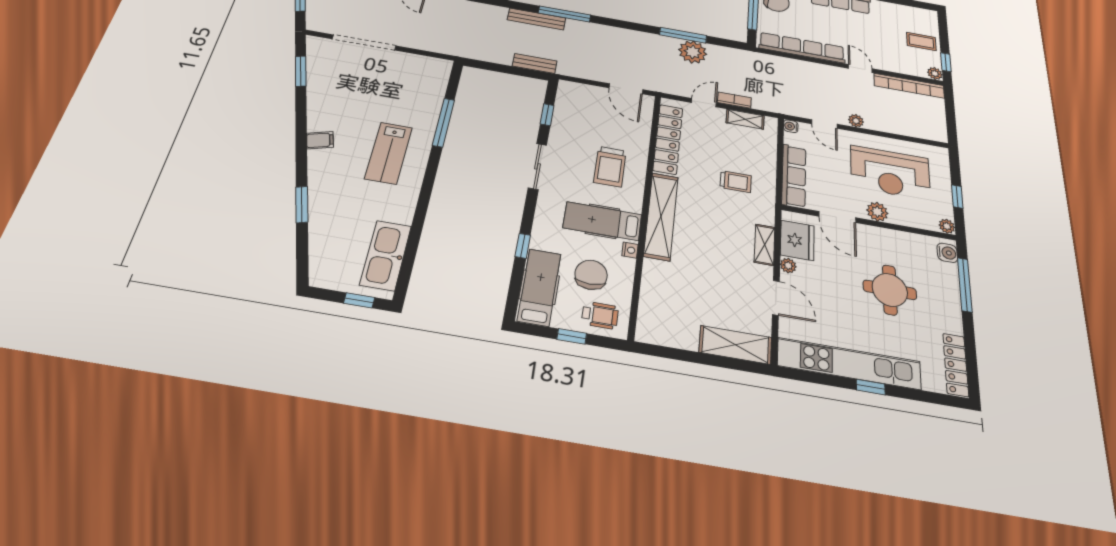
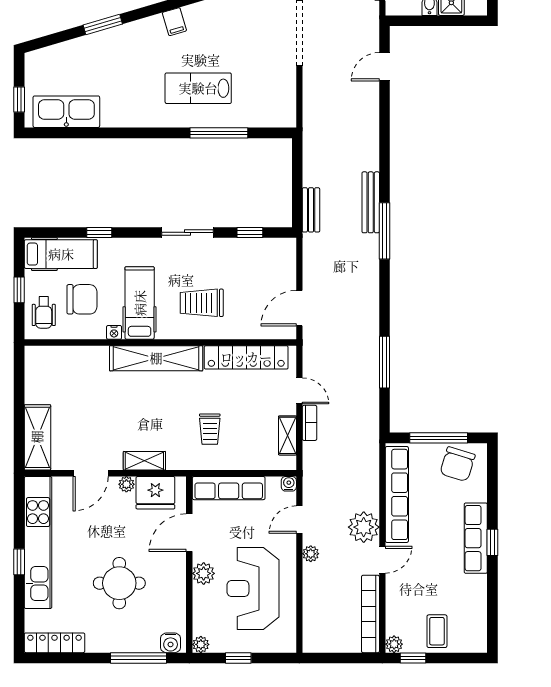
plant: (693, 52) -> (364, 527), moved
lab bench: (389, 153) -> (198, 88), moved

